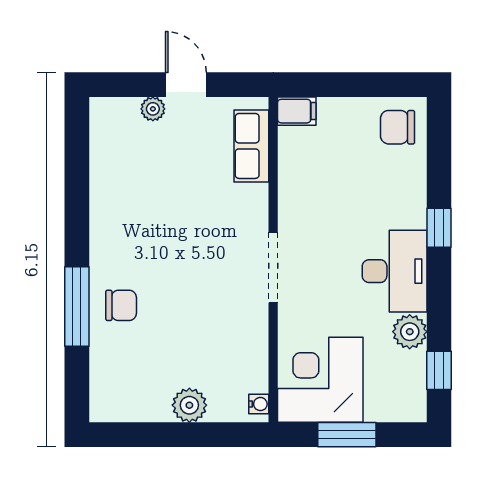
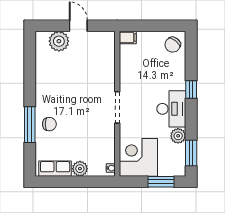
plant: (153, 109) -> (59, 41), width x1.88, depth x1.88
chair: (398, 127) -> (173, 45), turned -51
row of seats: (251, 146) -> (55, 169), moved, turned 90
window: (439, 370) -> (191, 153), width x1.50
window: (347, 435) -> (161, 182), moved

